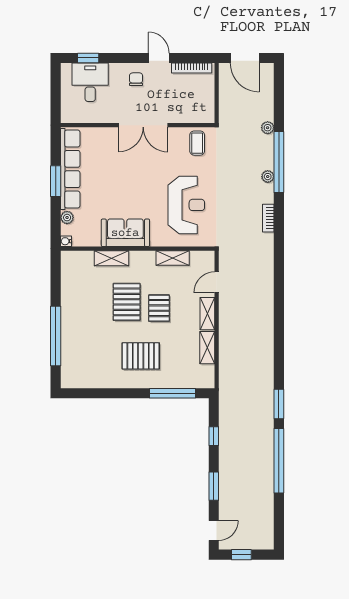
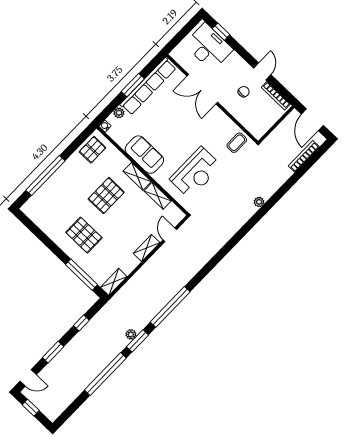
chair: (136, 79) -> (244, 92), moved
desk: (90, 82) -> (209, 47), width x1.37
double door: (143, 125) -> (202, 89), moved
plant: (268, 128) -> (131, 334), moved
window: (279, 162) -> (170, 307), moved
bookcase: (268, 218) -> (304, 156), moved, width x1.56
shelving: (112, 258) -> (137, 176), moved
door: (217, 282) -> (170, 235), hinge flipped
pallet: (159, 308) -> (92, 150), moved
shelving: (207, 348) -> (114, 282), moved

